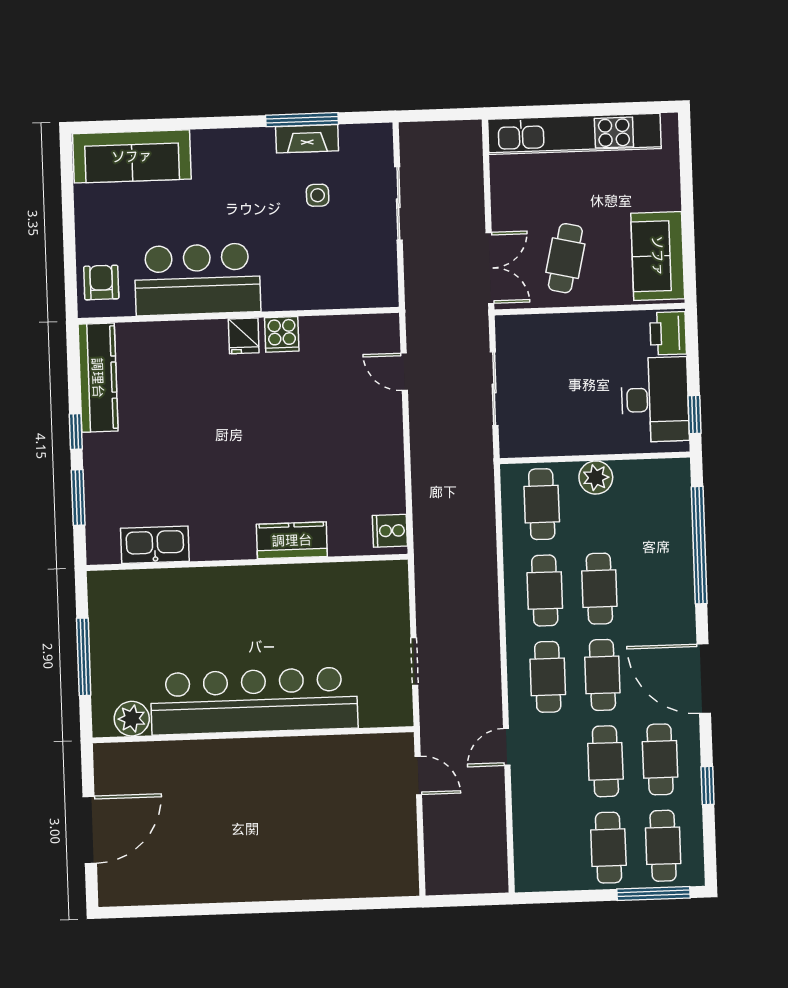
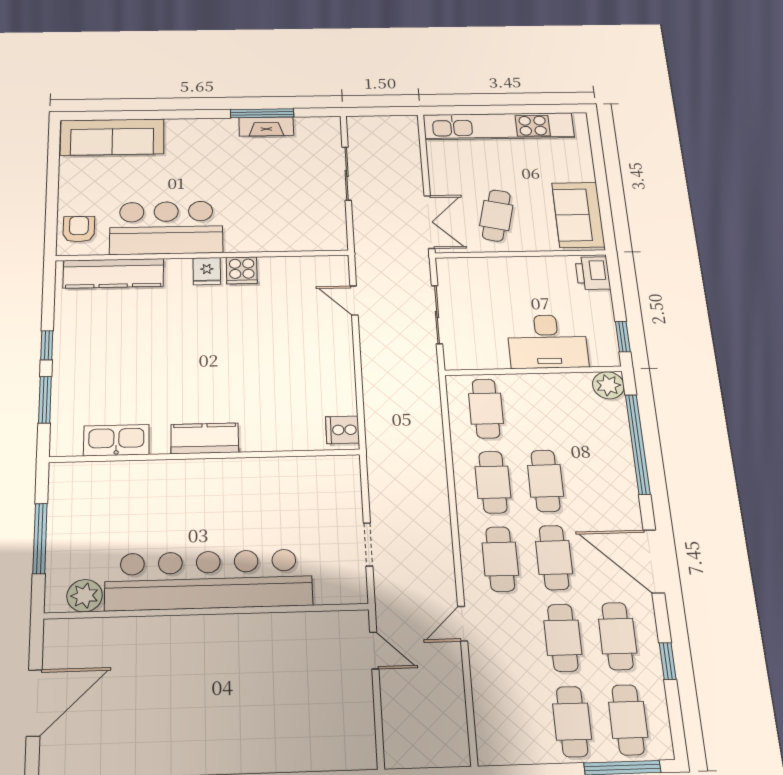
side table: (318, 195) -> (275, 167), removed
kitchen counter: (98, 378) -> (113, 273), moved, turned 90
desk: (655, 400) -> (547, 341), moved, turned 90
plant: (596, 478) -> (608, 385), moved
kitchen counter: (292, 540) -> (205, 438), moved

